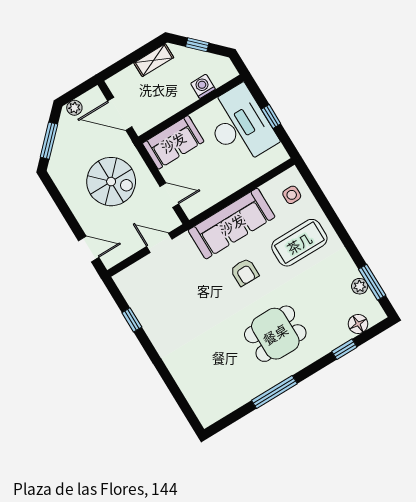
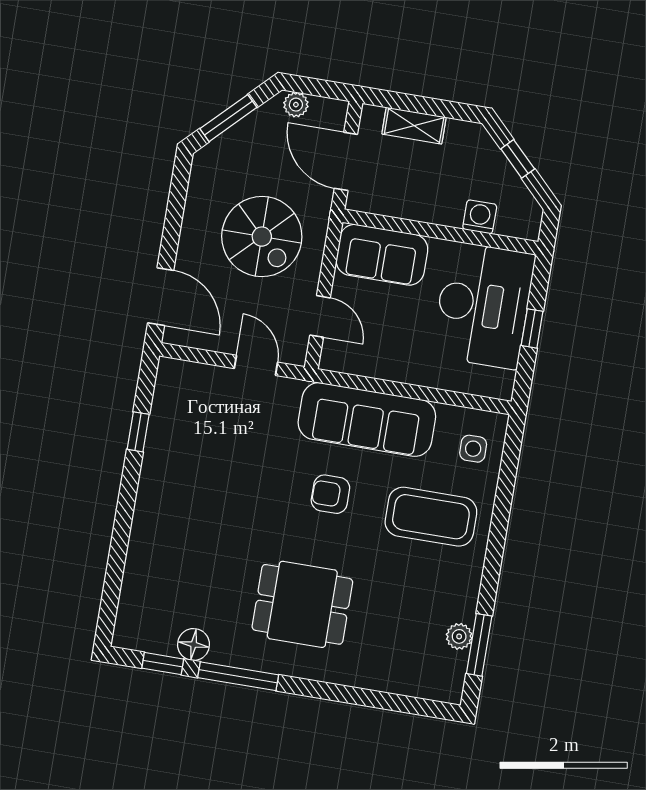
shelving: (154, 60) -> (414, 126), moved
door: (89, 249) -> (161, 297), width x1.38
armchair: (245, 272) -> (330, 494), turned 90
floor lamp: (358, 324) -> (194, 645), moved
window: (344, 349) -> (163, 664), moved

